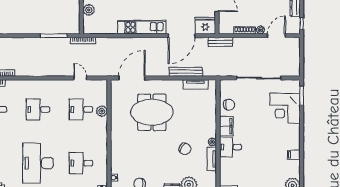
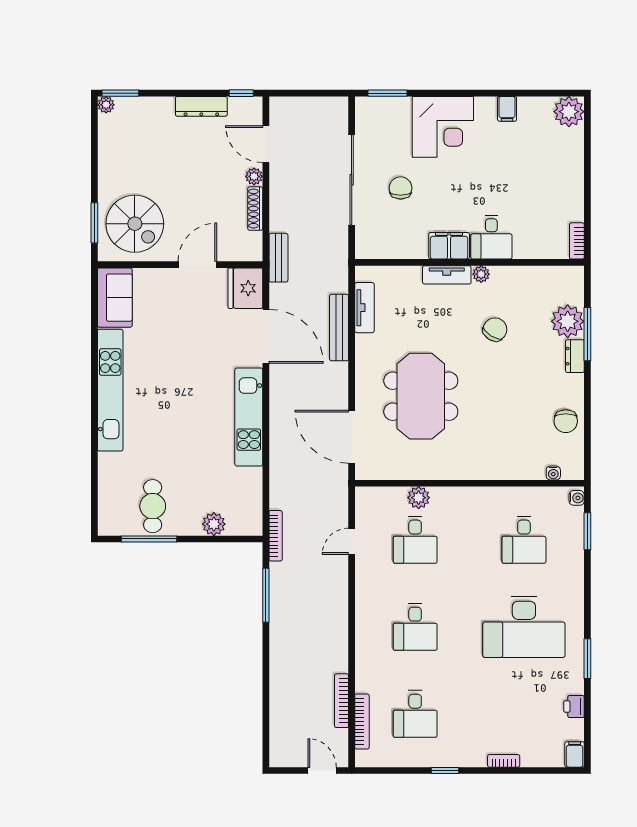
chair: (229, 105) -> (401, 188), moved
corner desk: (285, 108) -> (443, 127), moved
tv unit: (212, 159) -> (447, 275), moved

